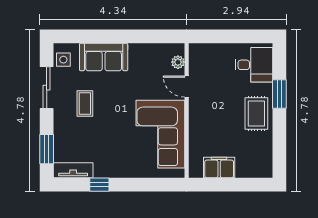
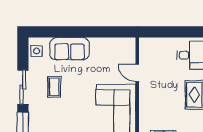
plant: (178, 62) -> (130, 53), removed
sliding door: (47, 88) -> (23, 87), moved

